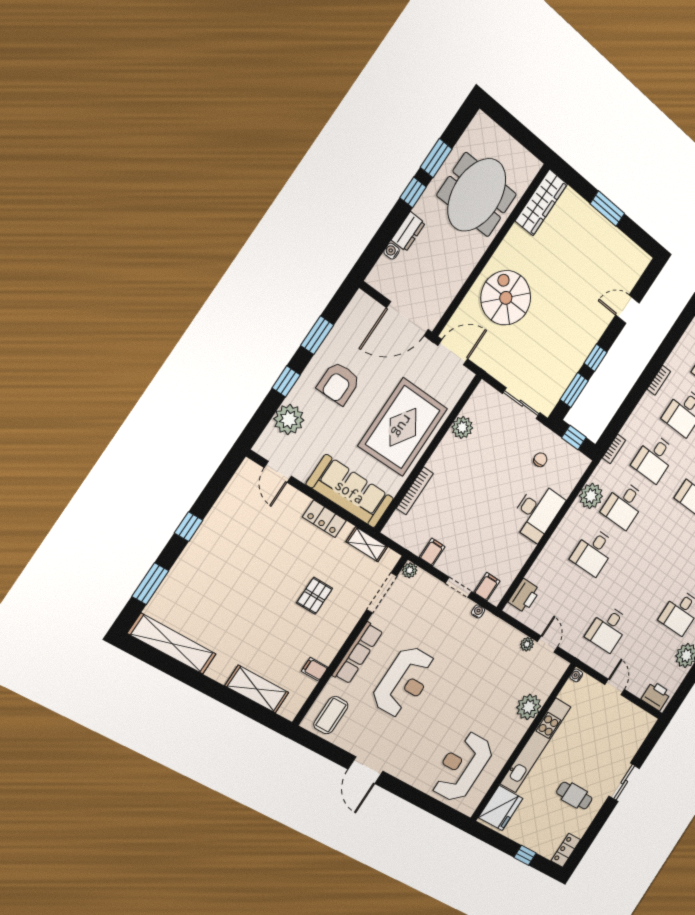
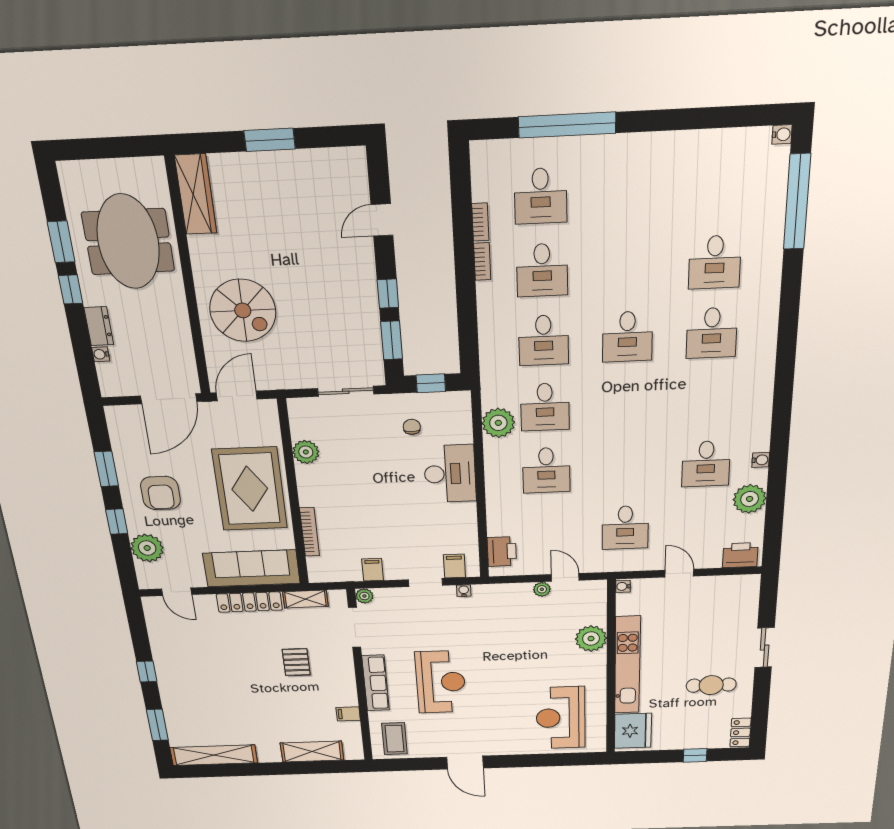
spiral stairs: (506, 298) -> (243, 310), turned 180
bookcase: (614, 449) -> (480, 222), moved
locker: (324, 519) -> (249, 602), width x1.53

